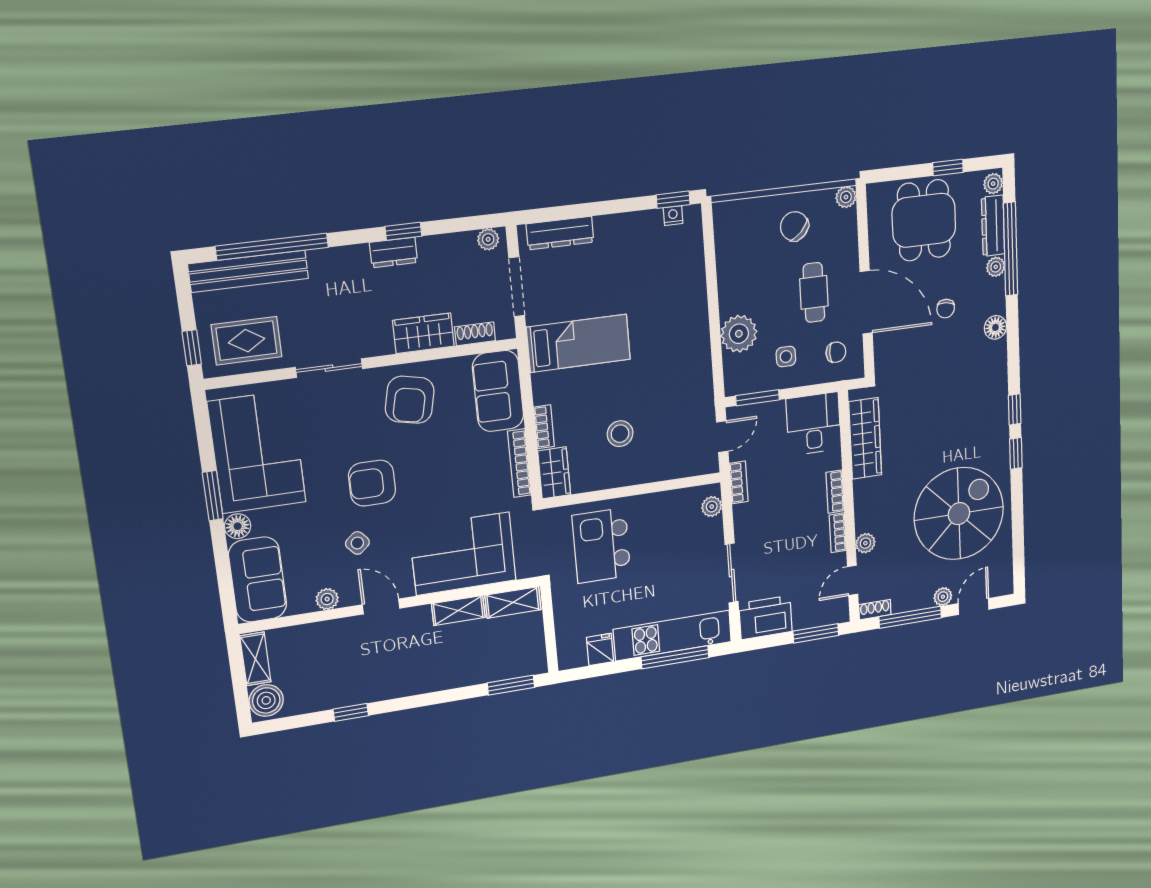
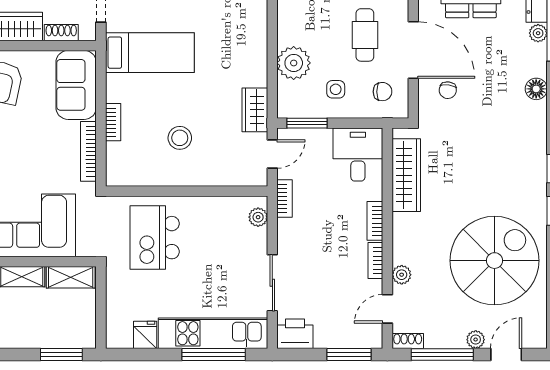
chair: (946, 309) -> (448, 90), moved
wardrobe: (554, 473) -> (255, 110), moved, turned 180
printer: (766, 618) -> (295, 334), width x0.73, depth x0.84

